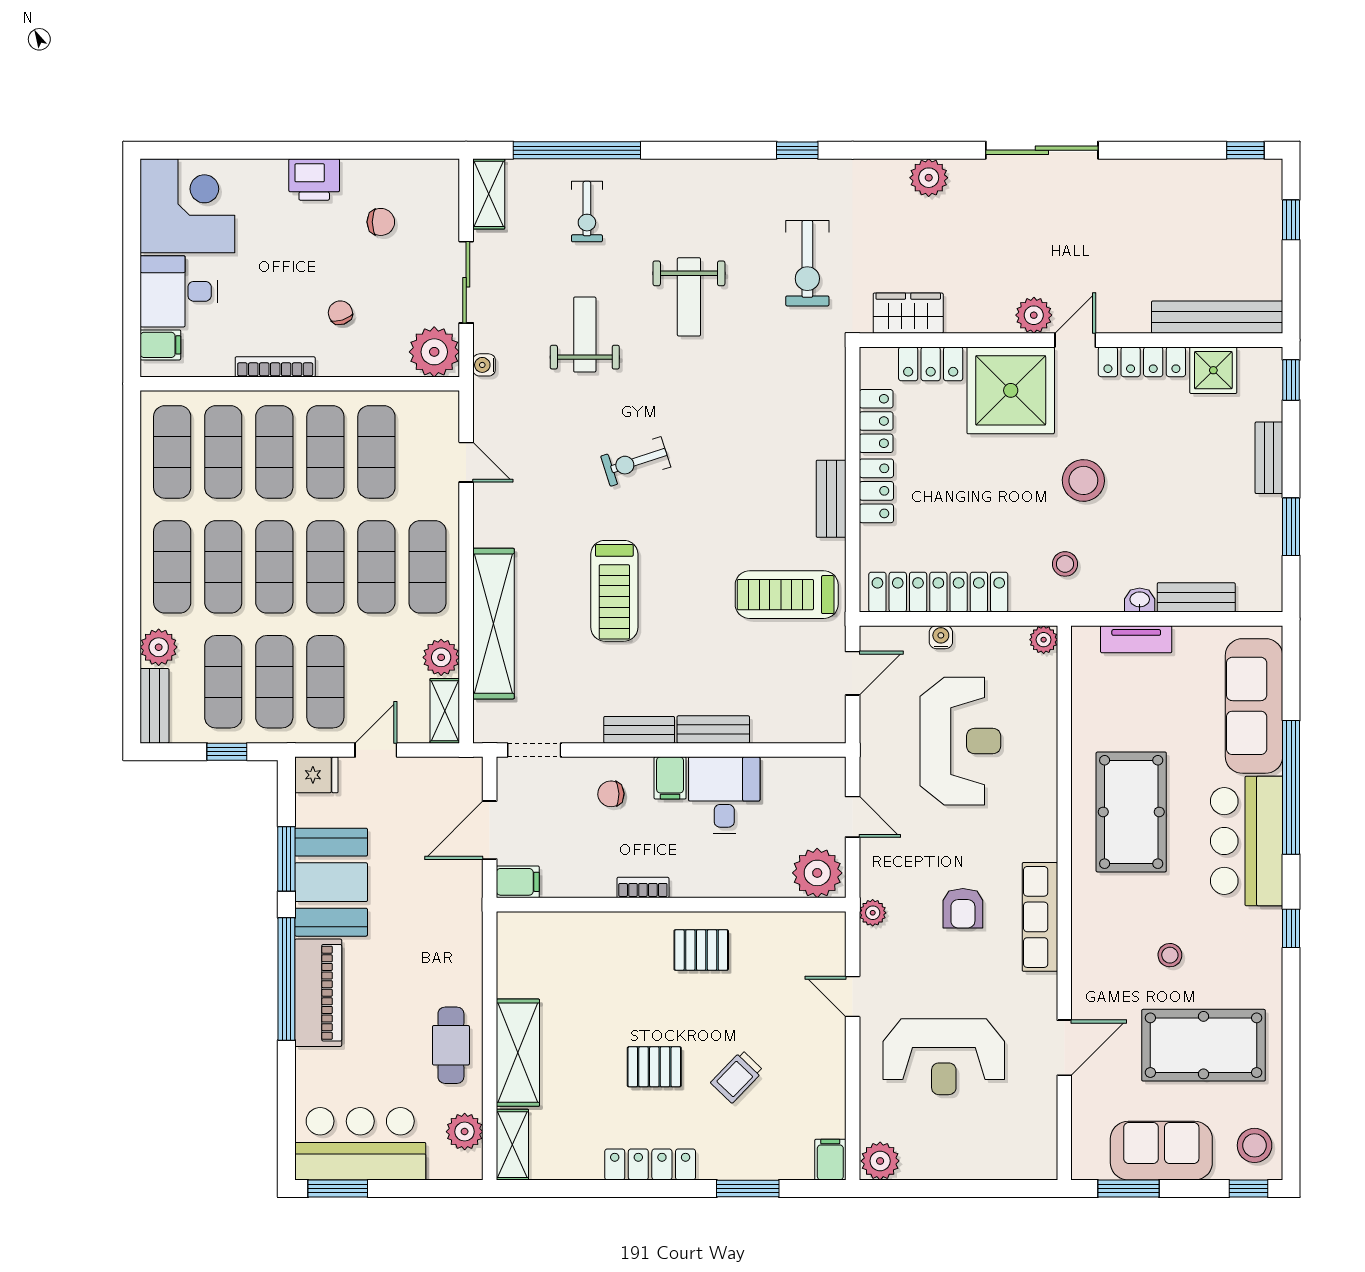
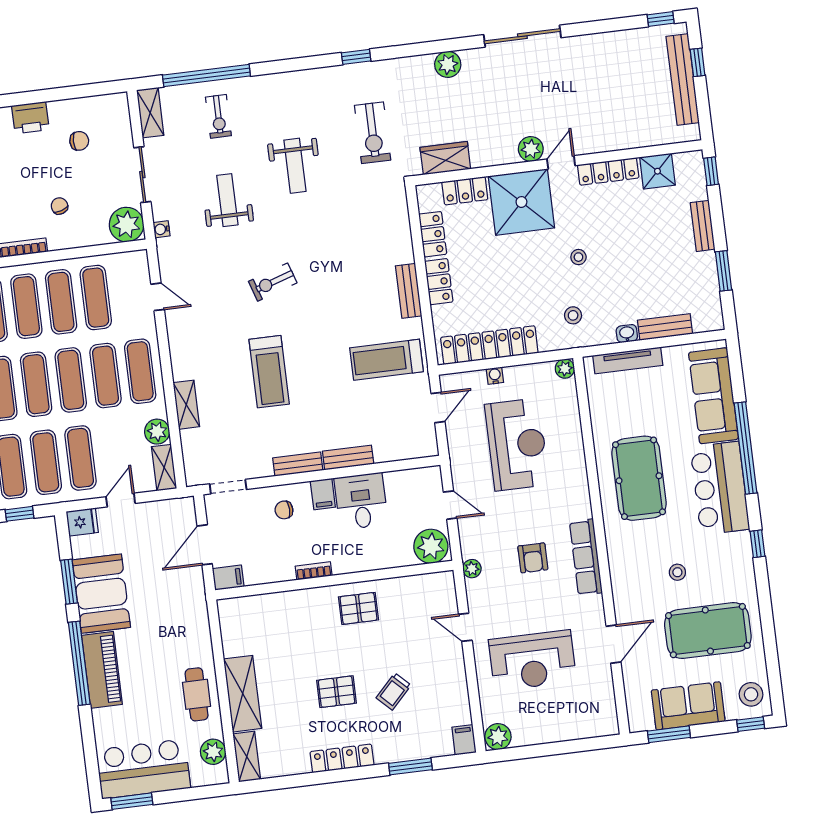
bench: (1217, 317) -> (683, 79), moved, turned 90
stool: (1083, 480) -> (578, 257), width x0.53, depth x0.53
shelving: (493, 624) -> (186, 405), width x0.45, depth x0.75
tv unit: (1136, 639) -> (628, 360), width x1.41

